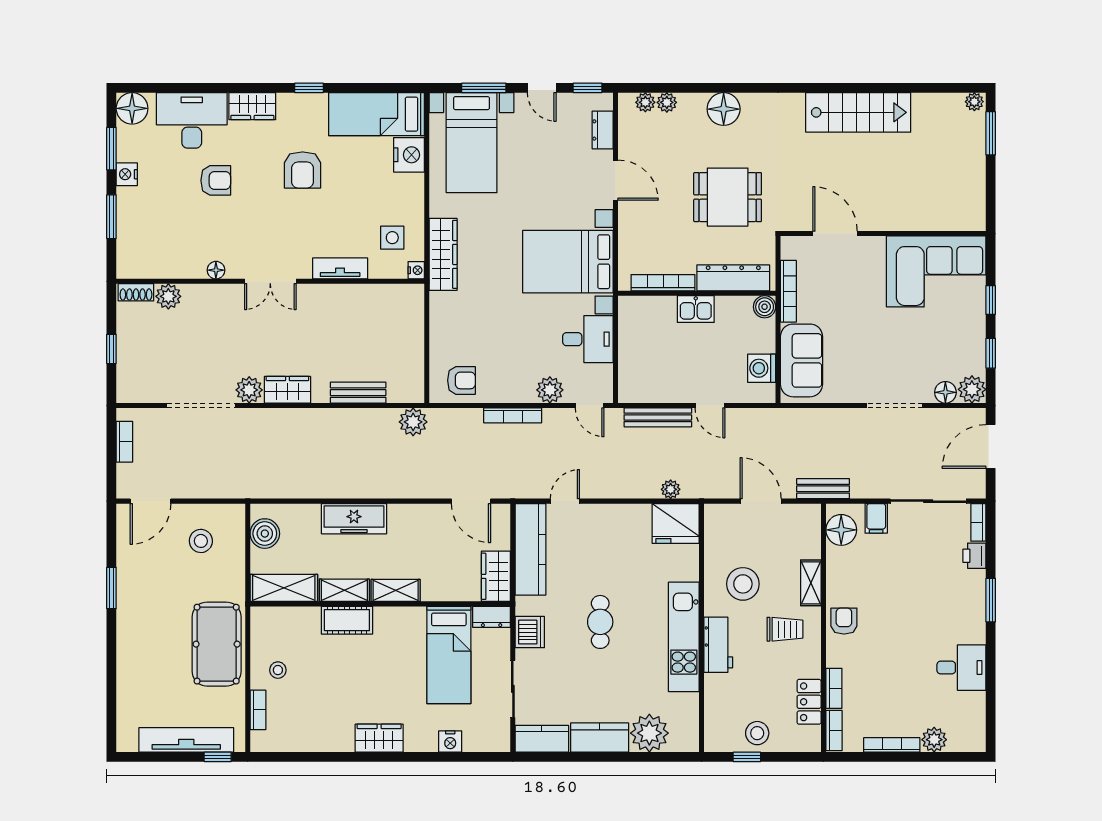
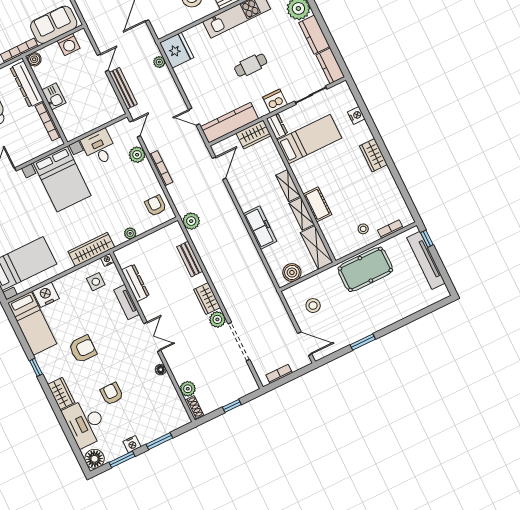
dresser: (362, 295) -> (135, 283), added
plant: (439, 323) -> (130, 233), added

